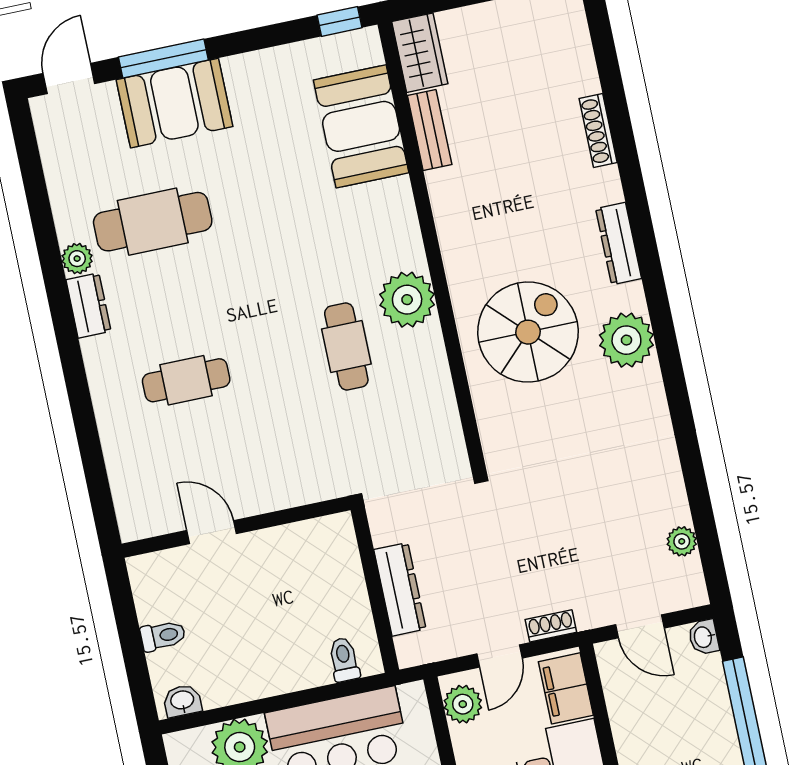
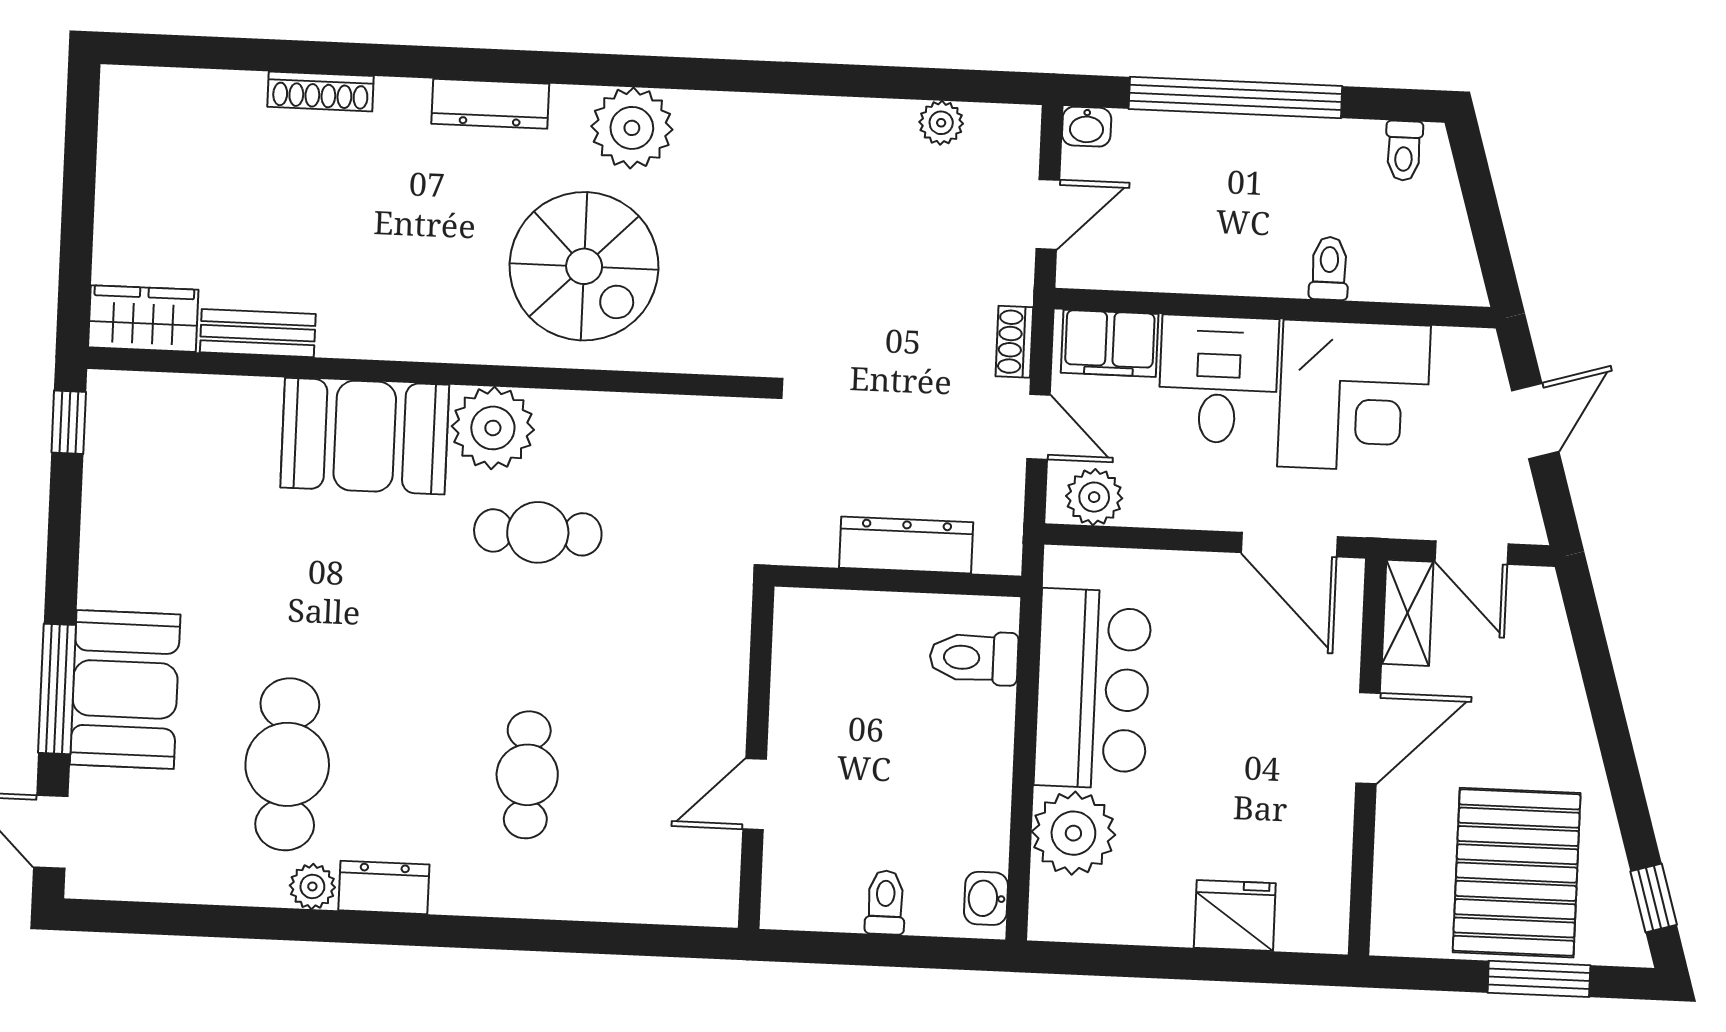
booth: (361, 126) -> (365, 436), moved
spiral stairs: (528, 332) -> (584, 266), turned 180
toilet: (344, 660) -> (974, 658), width x1.37, depth x1.39

